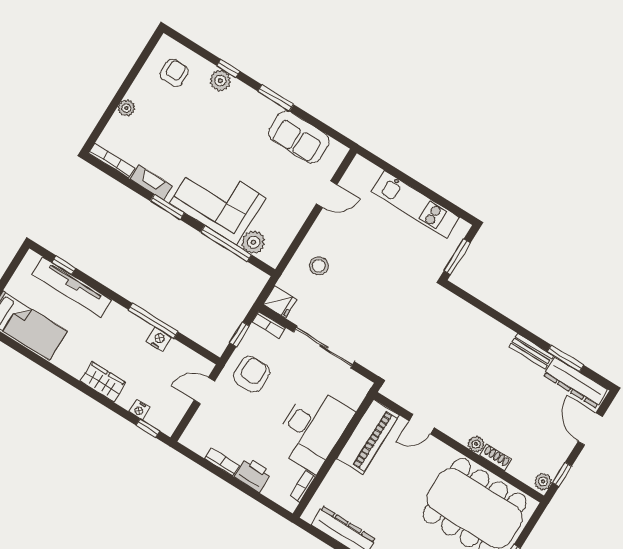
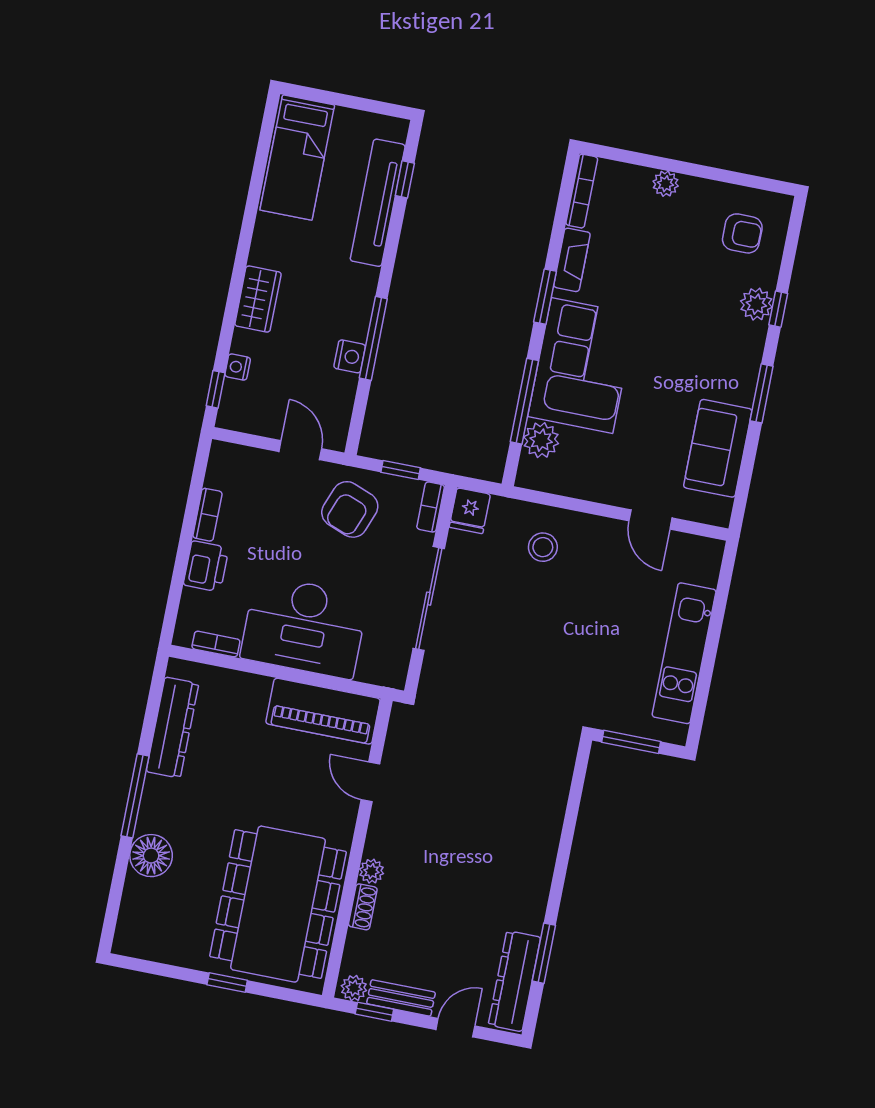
bench: (531, 351) -> (401, 998), moved, turned 90
armchair: (252, 374) -> (350, 509), turned 111
door: (590, 429) -> (455, 1028), width x0.73

